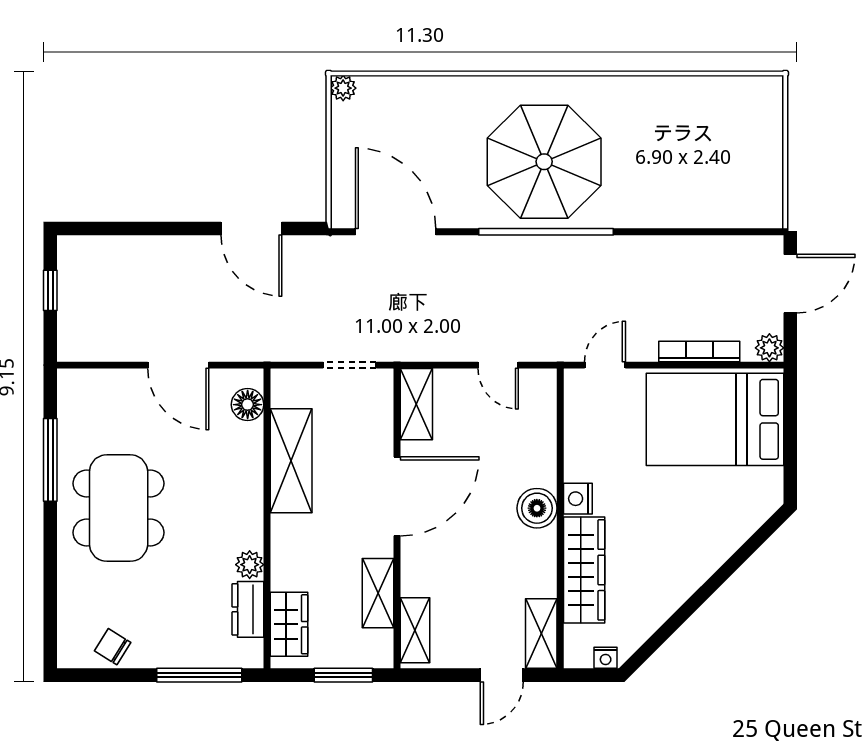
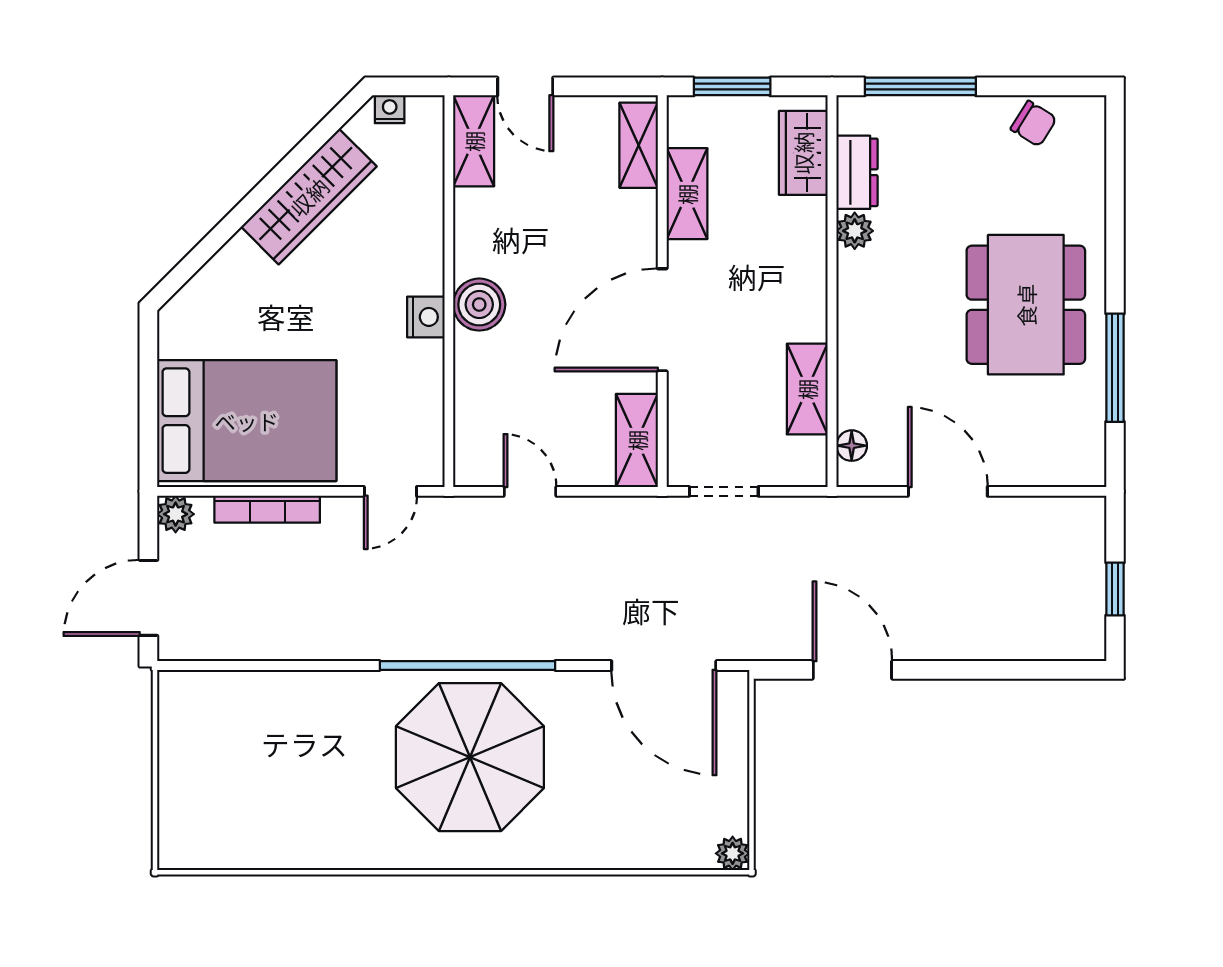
floor lamp: (248, 405) -> (852, 446), width x0.73, depth x0.73
shelving: (291, 461) -> (807, 389), width x0.67, depth x0.75
wardrobe: (584, 570) -> (309, 197), moved, turned -135
door: (502, 675) -> (525, 86), swing flipped

